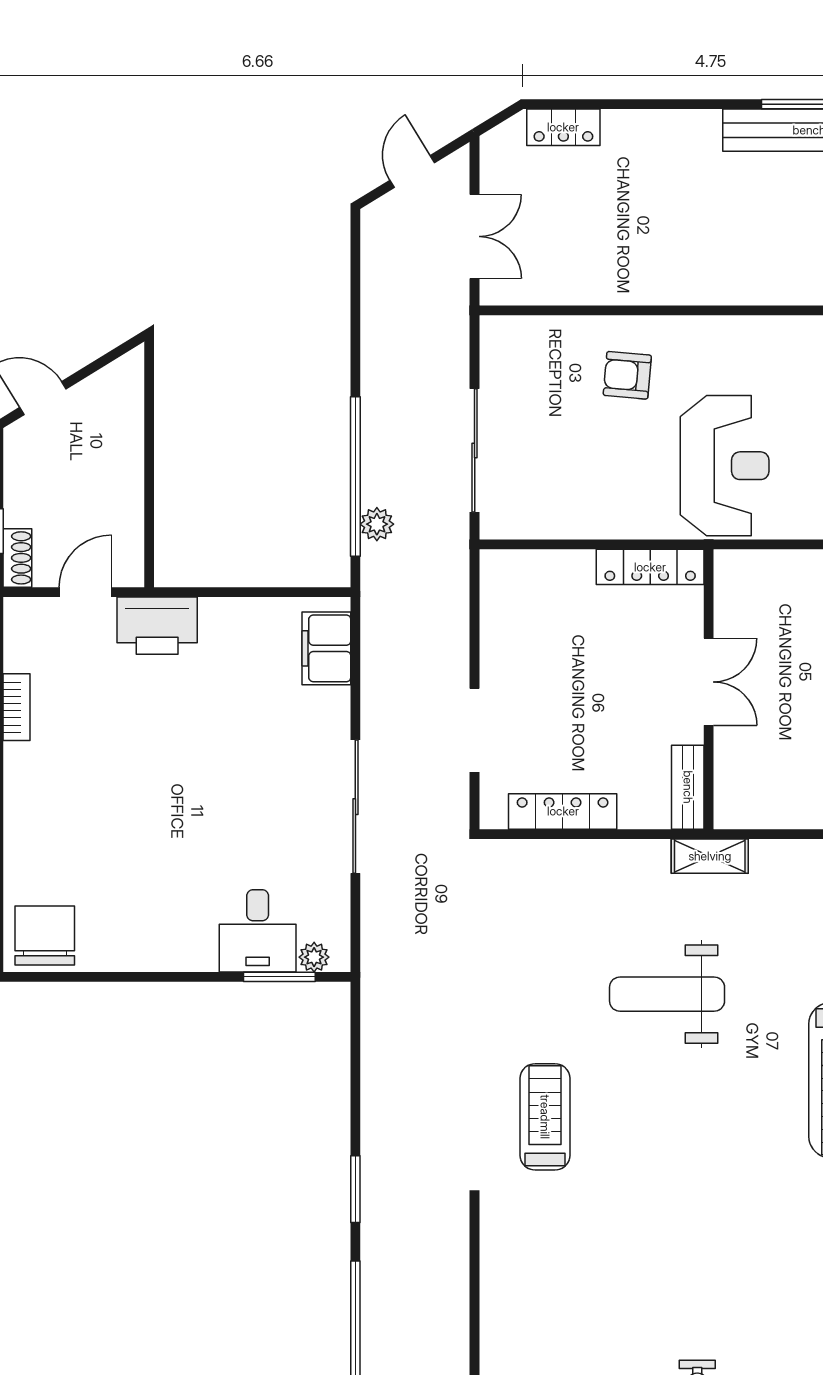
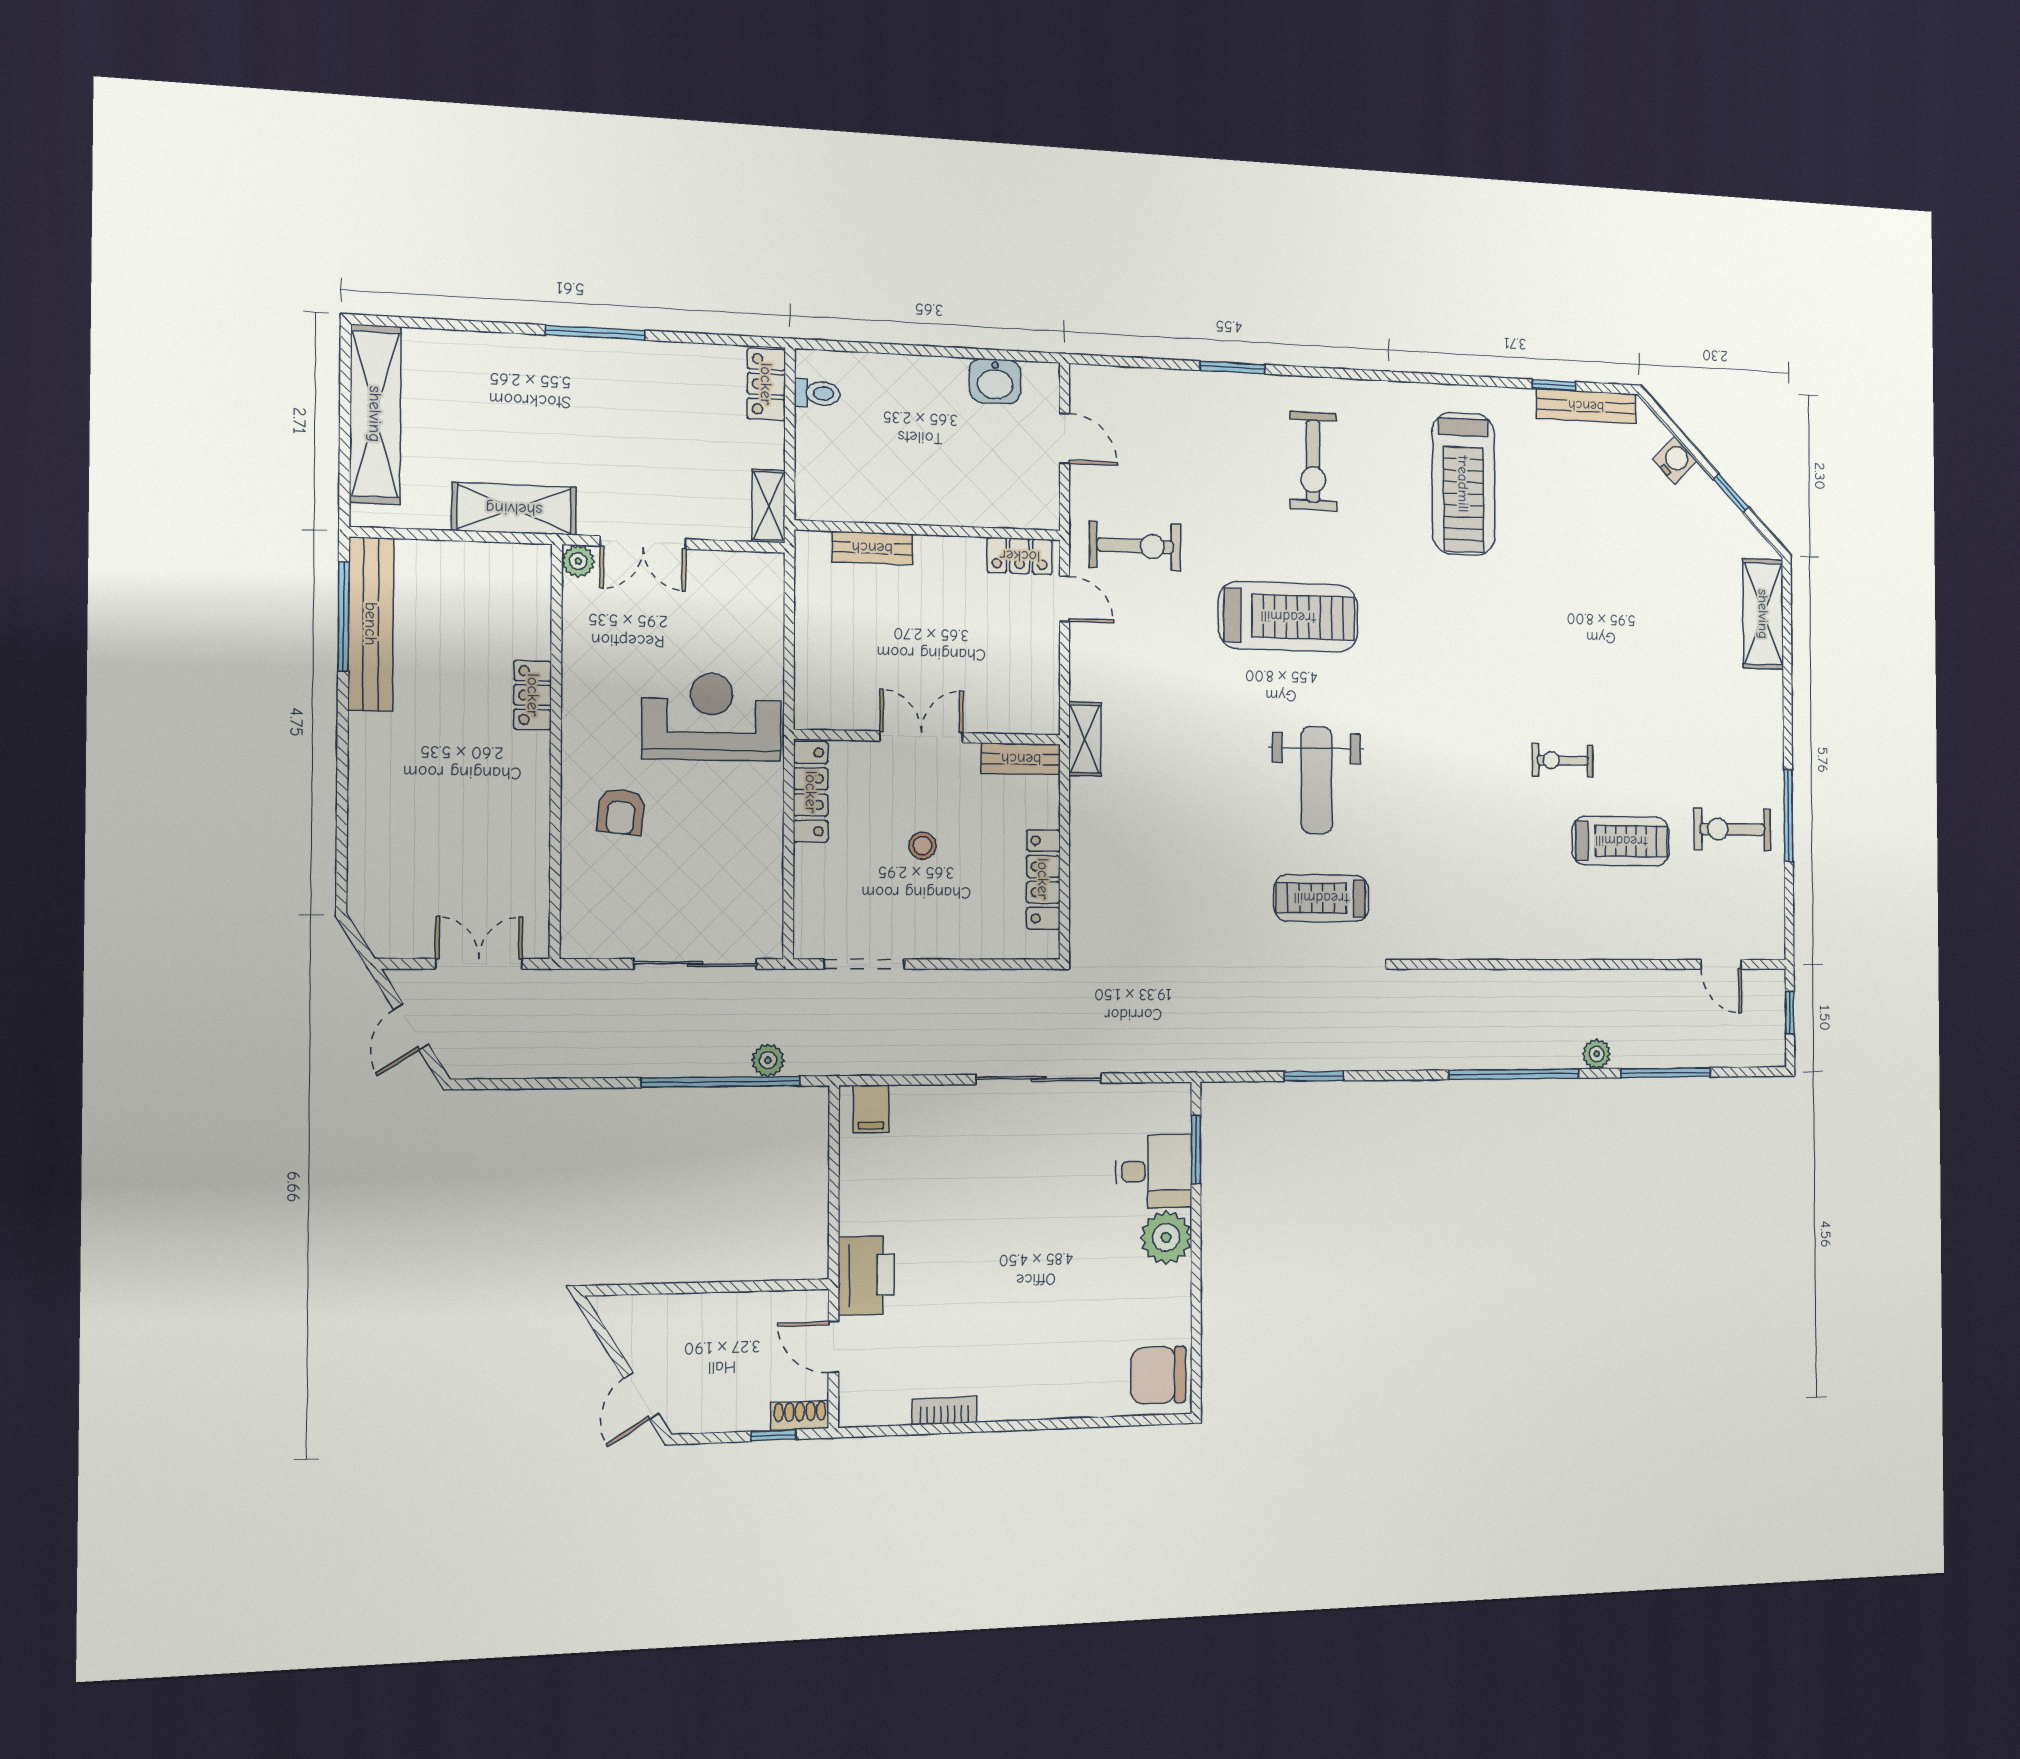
locker: (563, 127) -> (533, 695), moved, turned 180
door: (412, 172) -> (411, 1027), hinge flipped
filing cabinet: (326, 648) -> (871, 1109), width x0.50
stool: (596, 683) -> (922, 846), added
doorway: (475, 730) -> (864, 964), moved
plant: (314, 957) -> (1166, 1237), moved, width x1.88, depth x1.88
weight bench: (667, 994) -> (1317, 780), moved
window: (355, 1189) -> (1314, 1076), moved

